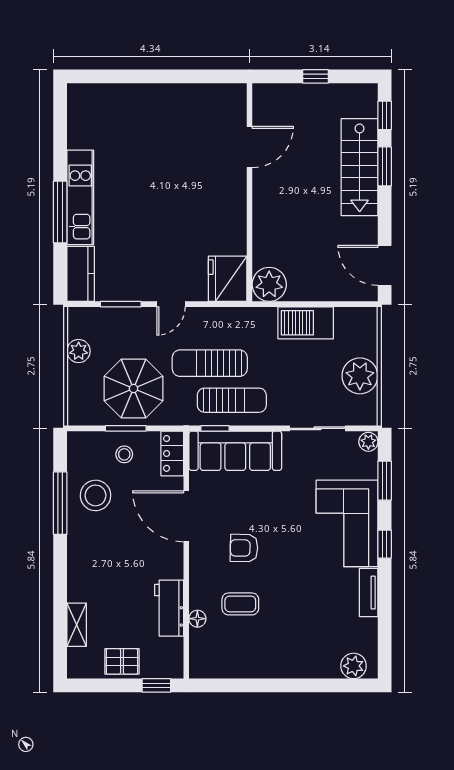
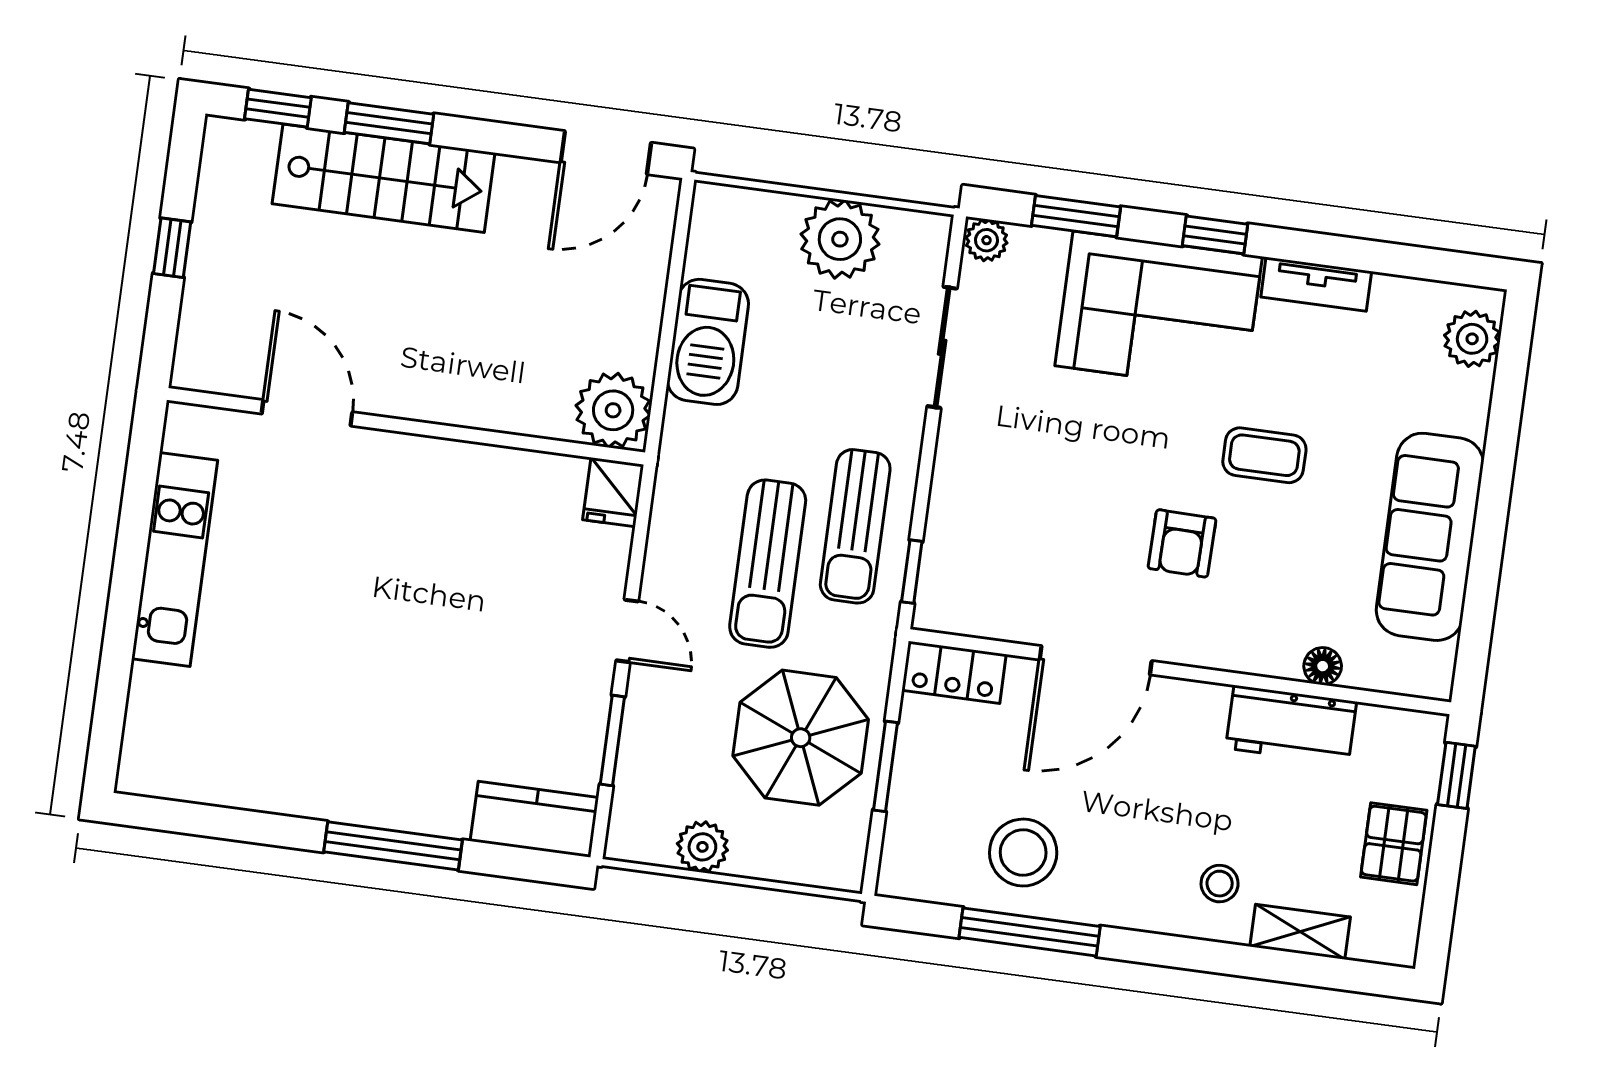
kitchen unit: (80, 197) -> (175, 560), moved, turned 90
fridge: (228, 279) -> (613, 492), width x0.53, depth x0.75
sun lounger: (232, 400) -> (855, 526), turned 180
sofa: (235, 451) -> (1430, 537), moved, turned 180
stool: (124, 454) -> (1220, 884), moved
coffee table: (240, 604) -> (1264, 455), moved, turned 90

